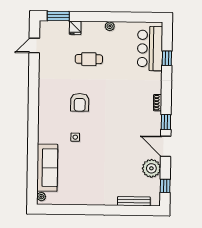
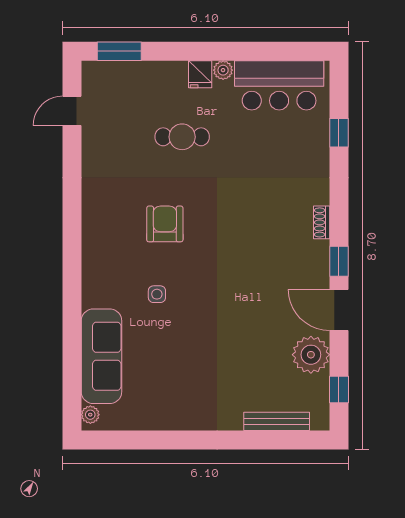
fridge: (75, 28) -> (200, 74), moved
bar counter: (150, 49) -> (279, 85), moved, turned -90
armchair: (80, 102) -> (165, 224), turned 180

